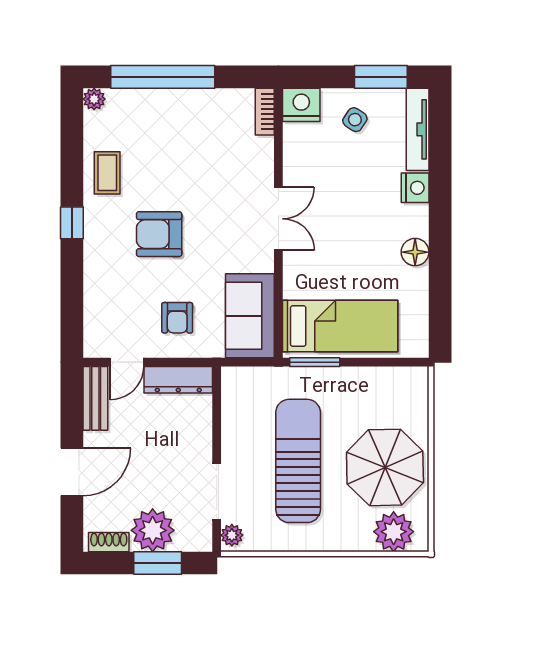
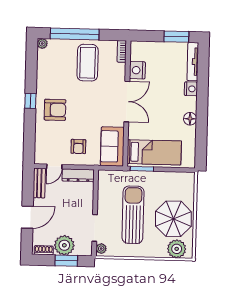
nightstand: (301, 105) -> (137, 70), moved, turned -90
side table: (355, 120) -> (164, 56), removed
coffee table: (107, 173) -> (88, 63), moved, width x1.86, depth x1.72
double door: (278, 219) -> (127, 102), width x1.37
armchair: (159, 234) -> (55, 110), moved, turned 180

